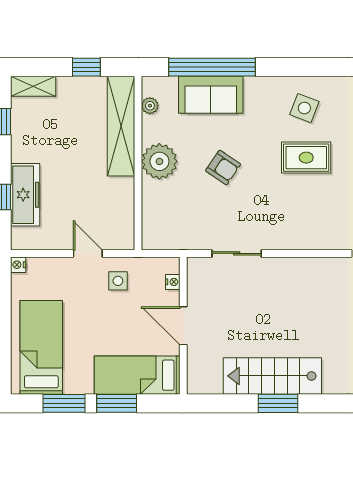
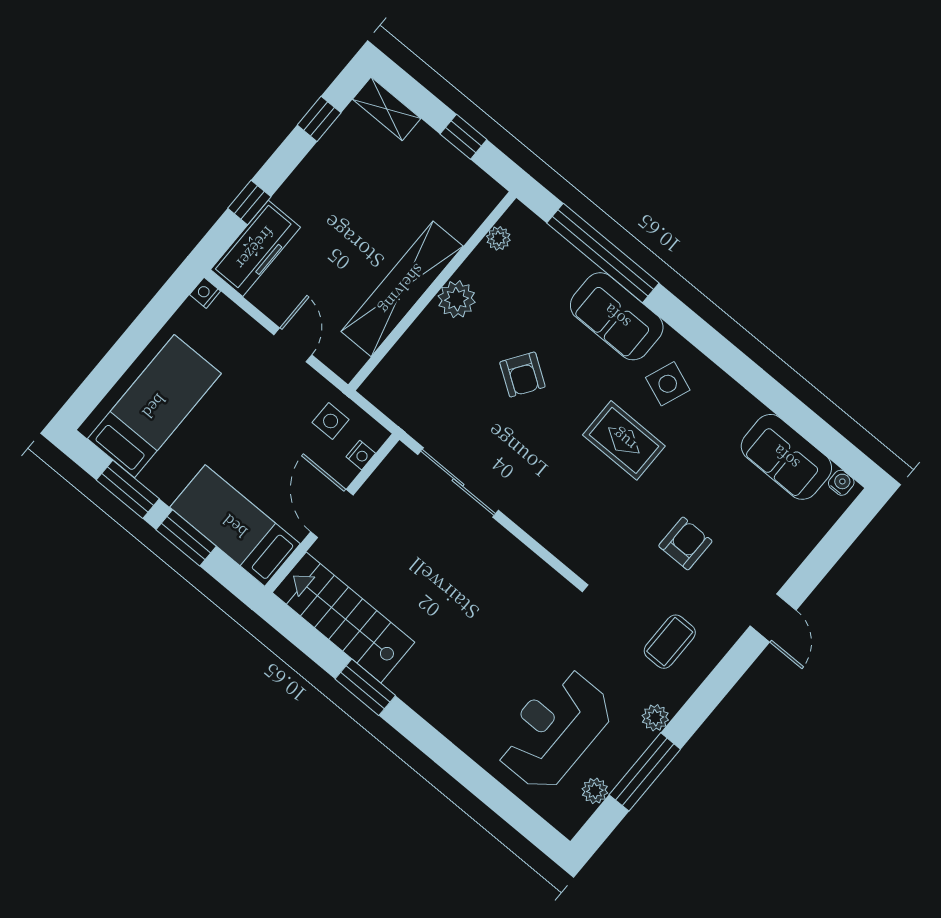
sofa: (211, 95) -> (617, 316), moved
shelving: (121, 126) -> (402, 289), moved
plant: (159, 161) -> (457, 299), width x0.73, depth x0.73
freezer: (25, 195) -> (255, 248), moved
sliding door: (237, 253) -> (458, 482), width x1.37
side table: (118, 281) -> (331, 421), moved
stairs: (272, 376) -> (343, 617), moved

